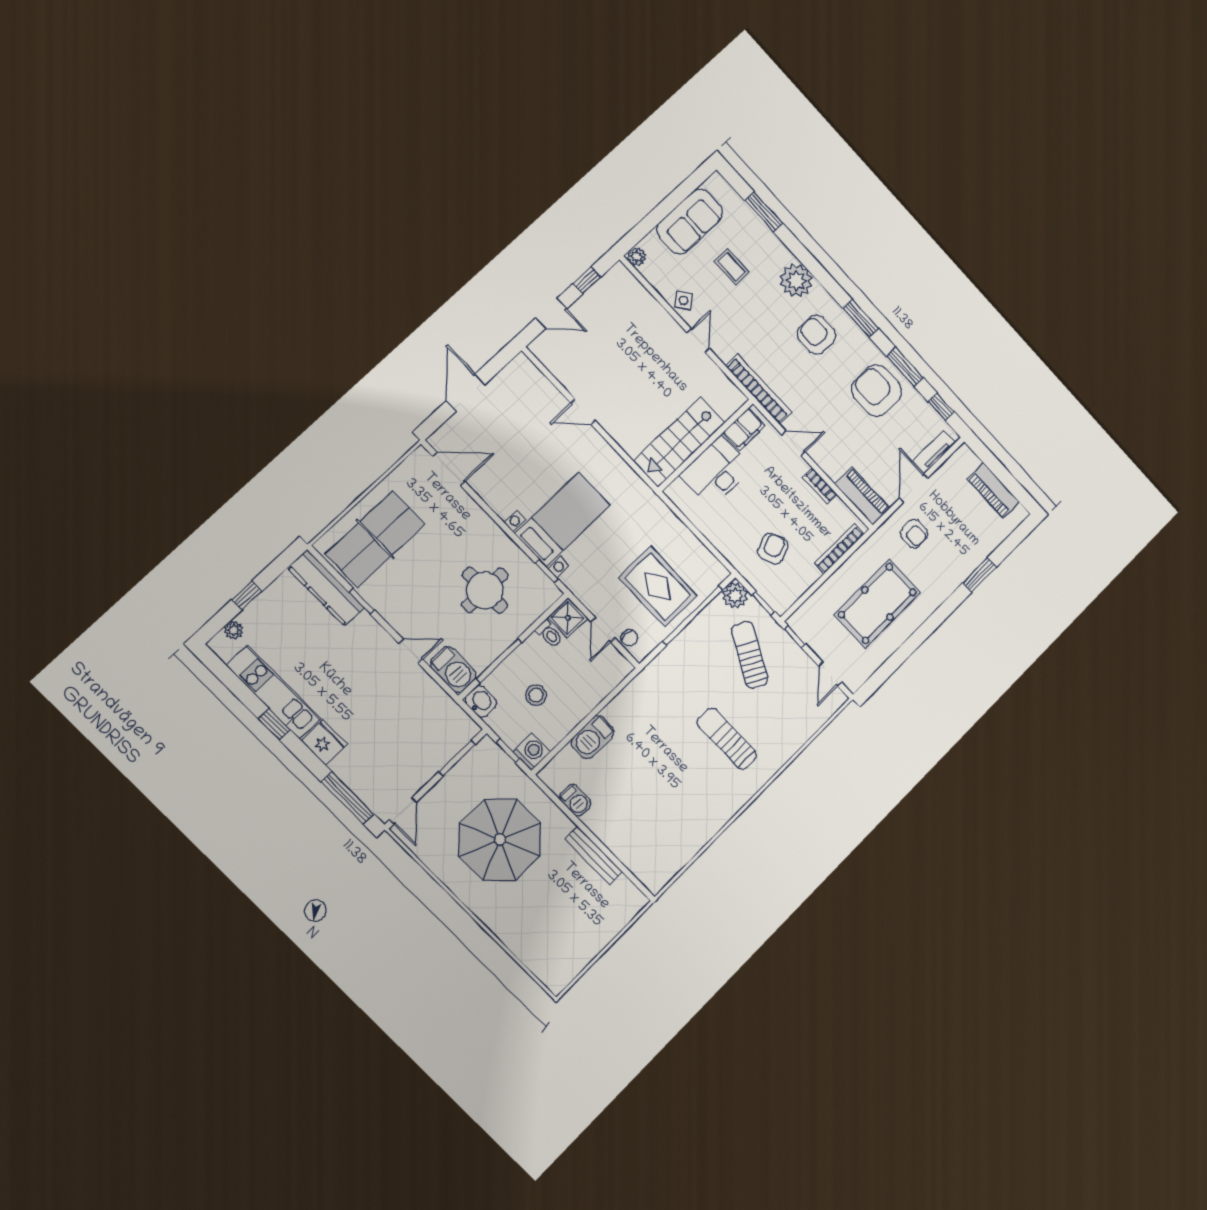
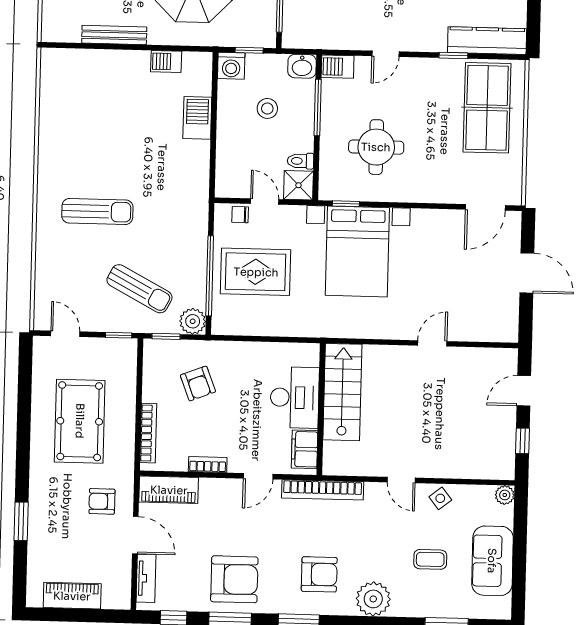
bed with nightstands: (563, 519) -> (357, 251), width x1.36
barbecue: (453, 669) -> (338, 67), width x0.73, depth x0.79

